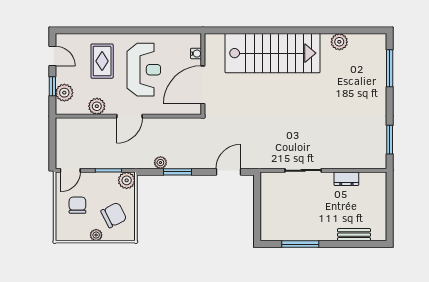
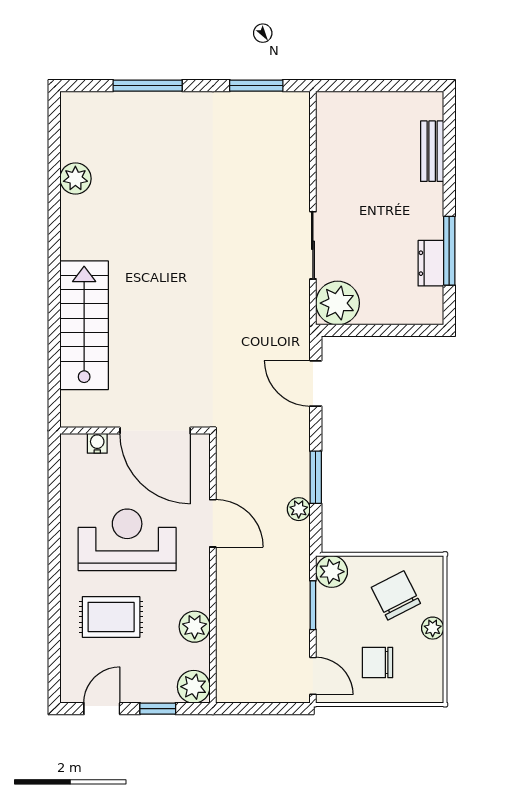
stairs: (273, 53) -> (84, 325), width x0.73, depth x0.66
window: (390, 68) -> (148, 86), moved
plant: (64, 93) -> (194, 687), moved
door: (129, 116) -> (213, 523), moved
dresser: (346, 179) -> (431, 263), moved, turned 180
plant: (272, 184) -> (338, 303), added

